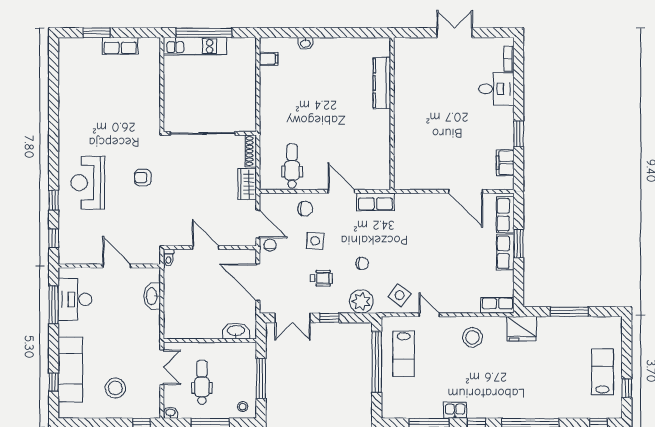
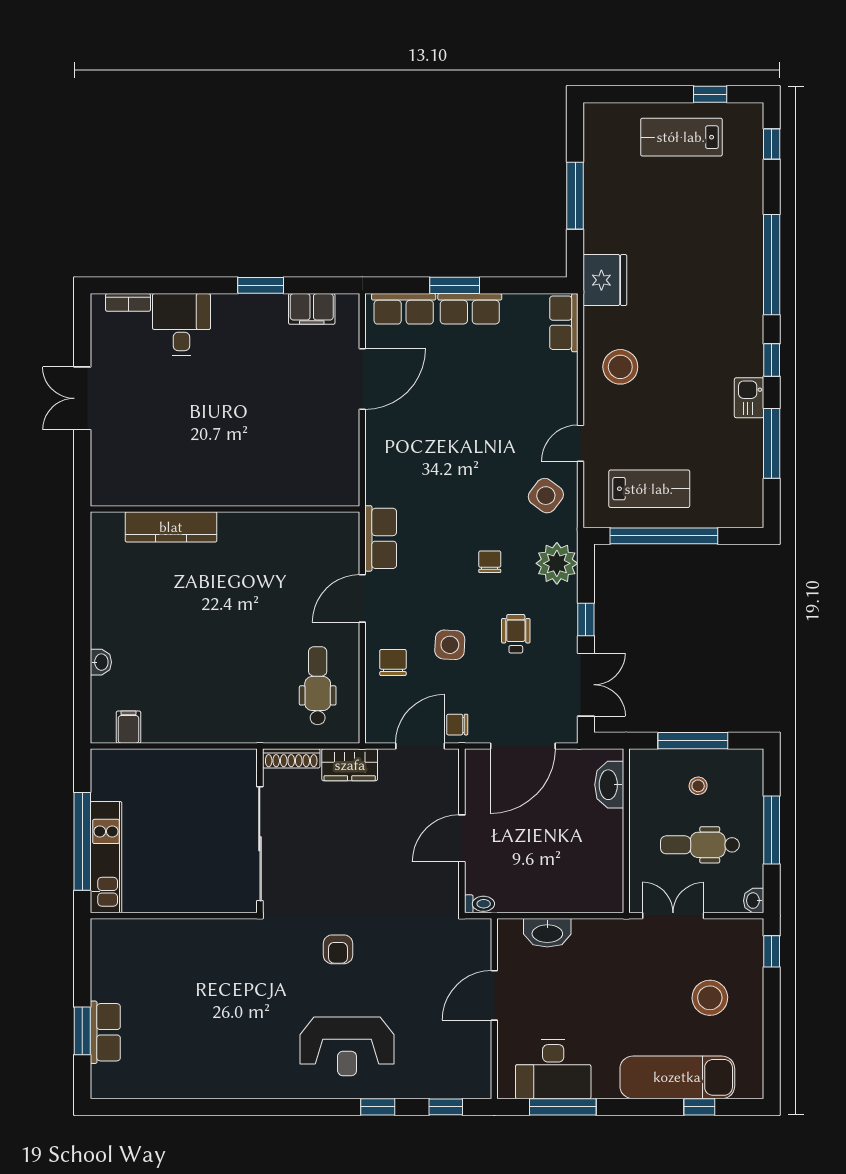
row of seats: (120, 46) -> (105, 1032), moved
dental chair: (292, 166) -> (318, 686), turned 90
stool: (243, 407) -> (698, 786), moved

